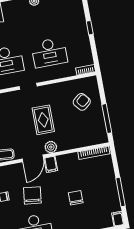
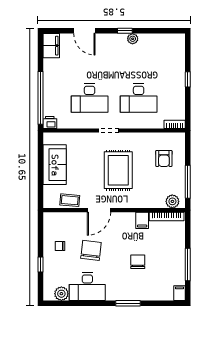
armchair: (82, 102) -> (164, 158), turned 129
rug: (43, 120) -> (118, 170), width x1.36, depth x1.43
plant: (51, 147) -> (172, 201), moved
filing cabinet: (51, 164) -> (142, 220), moved

